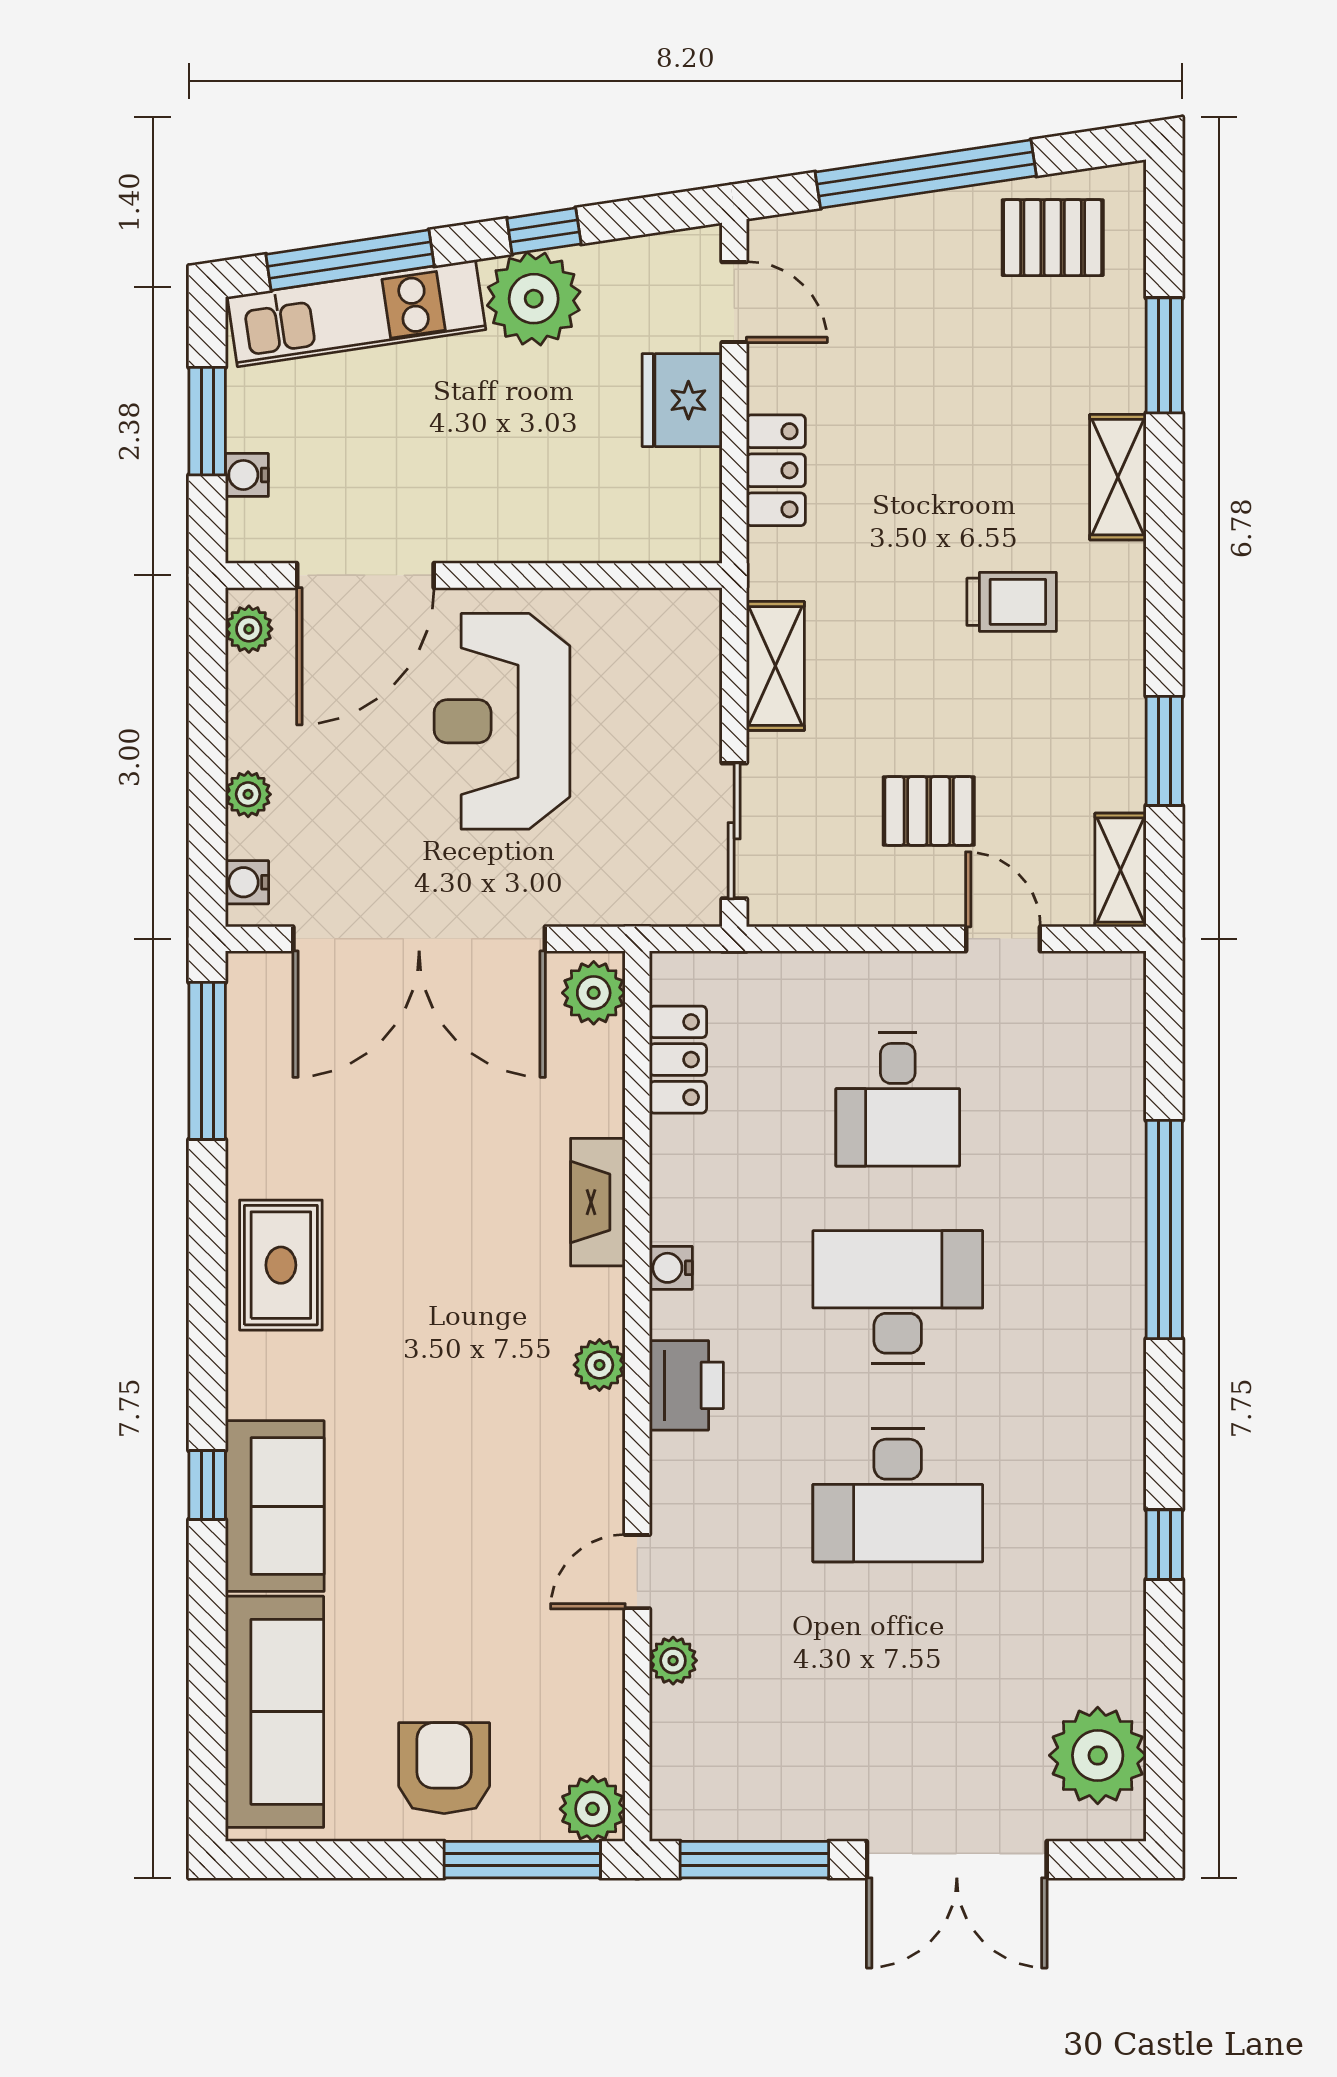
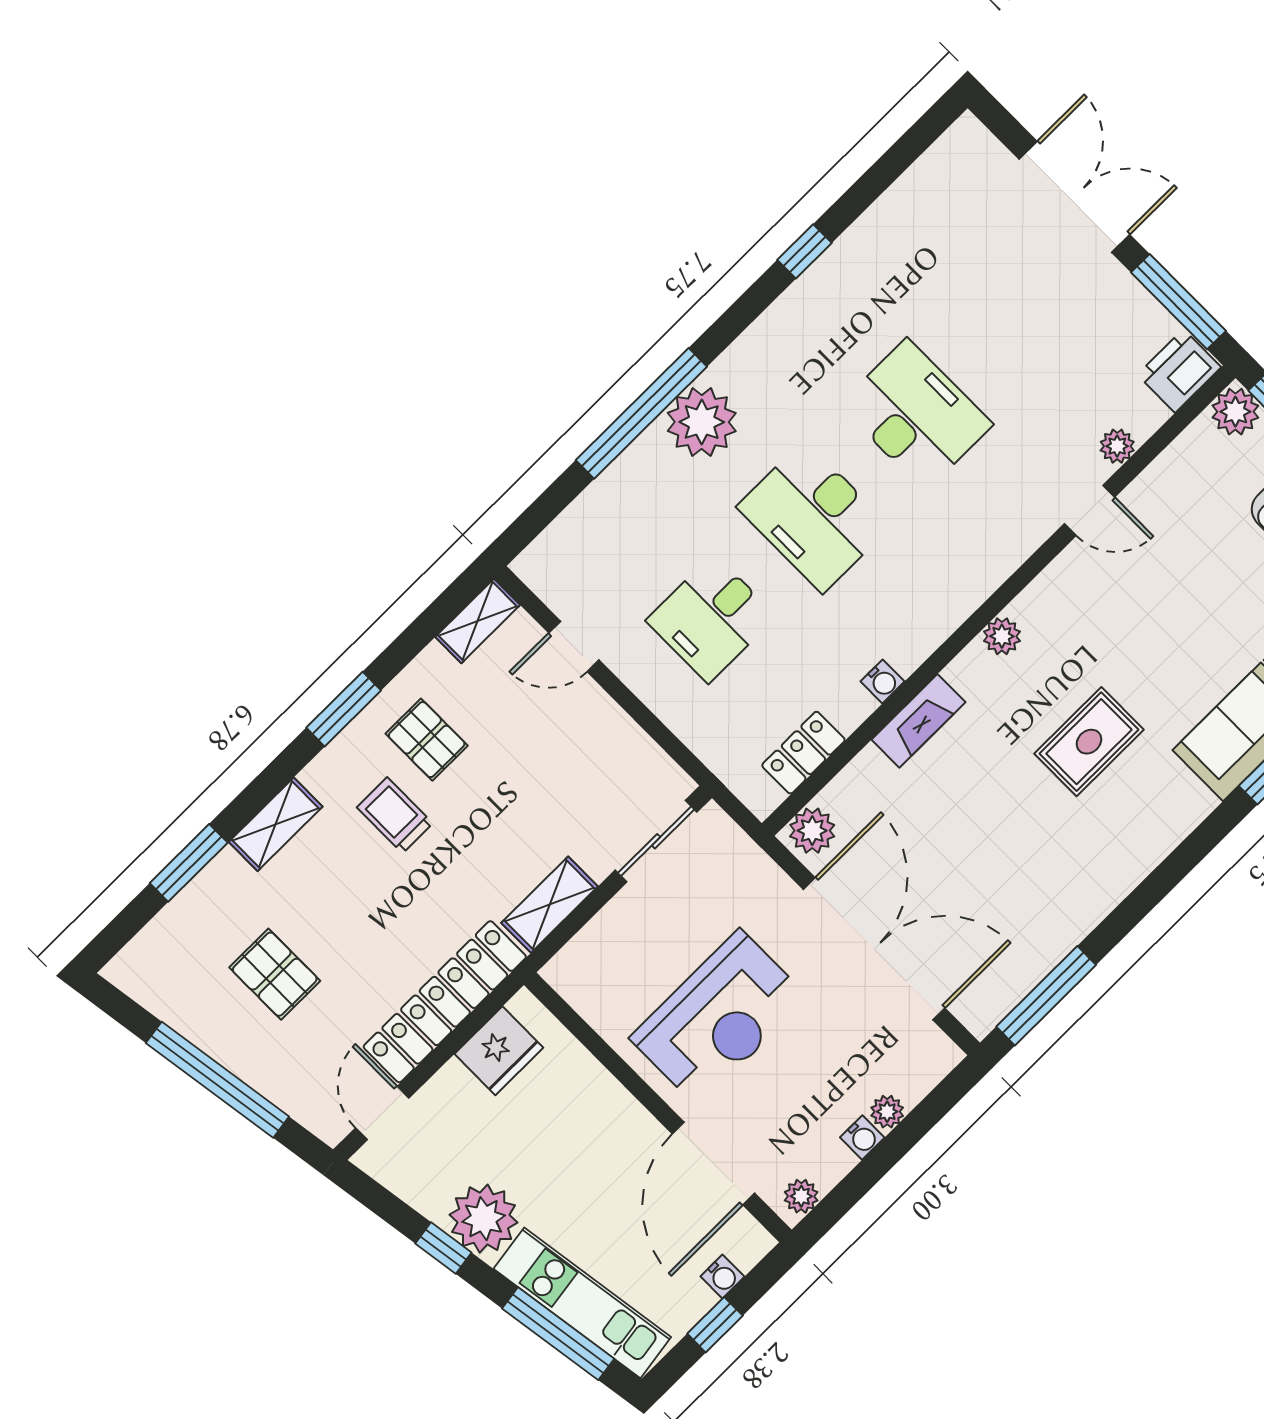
pallet: (1053, 238) -> (275, 974), moved
fridge: (682, 400) -> (499, 1051), moved
window: (207, 421) -> (715, 1325), width x0.67
locker: (776, 470) -> (445, 1002), width x2.16, depth x1.21
door: (365, 575) -> (713, 1163), swing flipped
window: (1164, 751) -> (344, 709), moved
pallet: (929, 811) -> (427, 740), moved
water cooler: (247, 882) -> (862, 1138), moved
door: (1003, 939) -> (574, 646), hinge flipped
desk: (898, 1099) -> (711, 618), turned 180
rug: (281, 1265) -> (1089, 742), moved
water cooler: (671, 1268) -> (883, 681), moved
printer: (686, 1385) -> (1179, 371), moved
plant: (1098, 1755) -> (702, 422), moved

